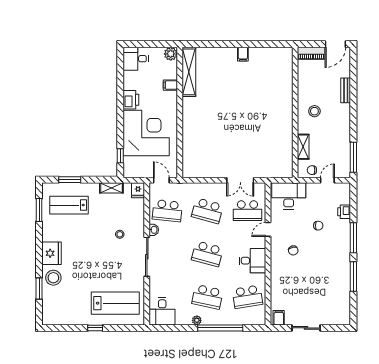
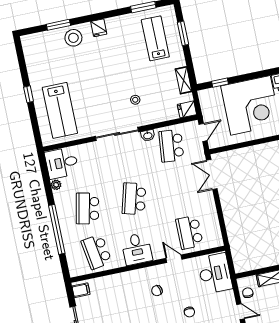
double door: (240, 180) -> (212, 175), moved
school desk: (207, 211) -> (180, 189), removed
fridge: (52, 253) -> (99, 28), width x0.53, depth x0.75
plant: (197, 320) -> (56, 185), moved

